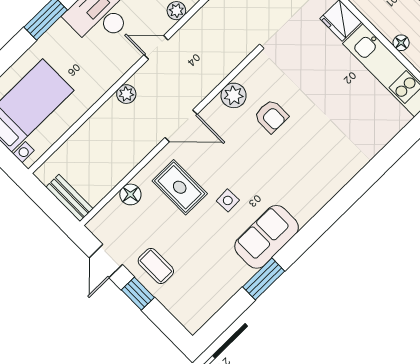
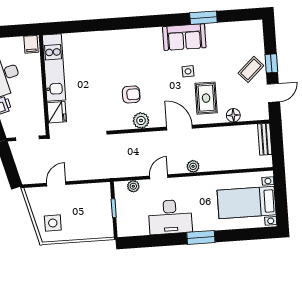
floor lamp: (401, 43) -> (36, 76), removed
door: (156, 47) -> (159, 177), swing flipped
armchair: (271, 116) -> (131, 94), turned 90
coffee table: (156, 266) -> (251, 69), turned 47

